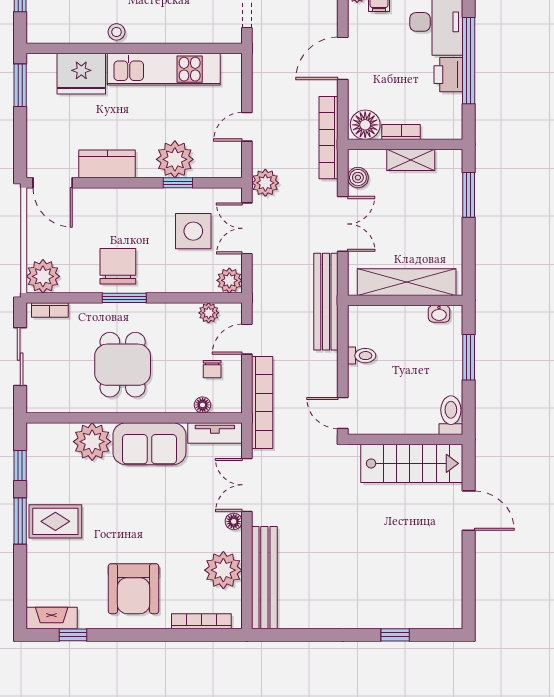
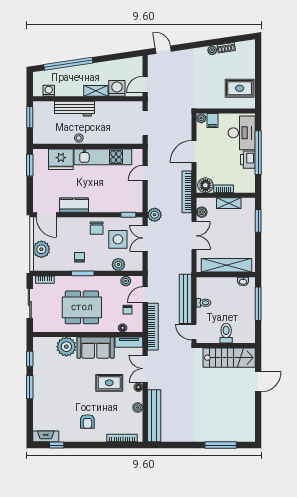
door: (247, 127) -> (145, 173), moved
plant: (175, 159) -> (108, 203), removed
window: (178, 183) -> (128, 215), moved
chair: (152, 209) -> (97, 228), added
chair: (118, 266) -> (80, 257), width x0.54, depth x0.54
plant: (43, 276) -> (41, 249), moved
plant: (229, 280) -> (118, 265), moved
bench: (326, 302) -> (185, 299), moved
window: (469, 357) -> (258, 304), width x1.44
dining table: (123, 365) -> (82, 307), width x1.38
toilet: (451, 415) -> (226, 333), moved
door: (469, 511) -> (258, 382), hinge flipped
rug: (55, 521) -> (109, 383), moved
plant: (223, 570) -> (138, 408), width x0.53, depth x0.53
armchair: (133, 589) -> (87, 421), width x0.53, depth x0.53
window: (395, 635) -> (221, 445), width x2.17

